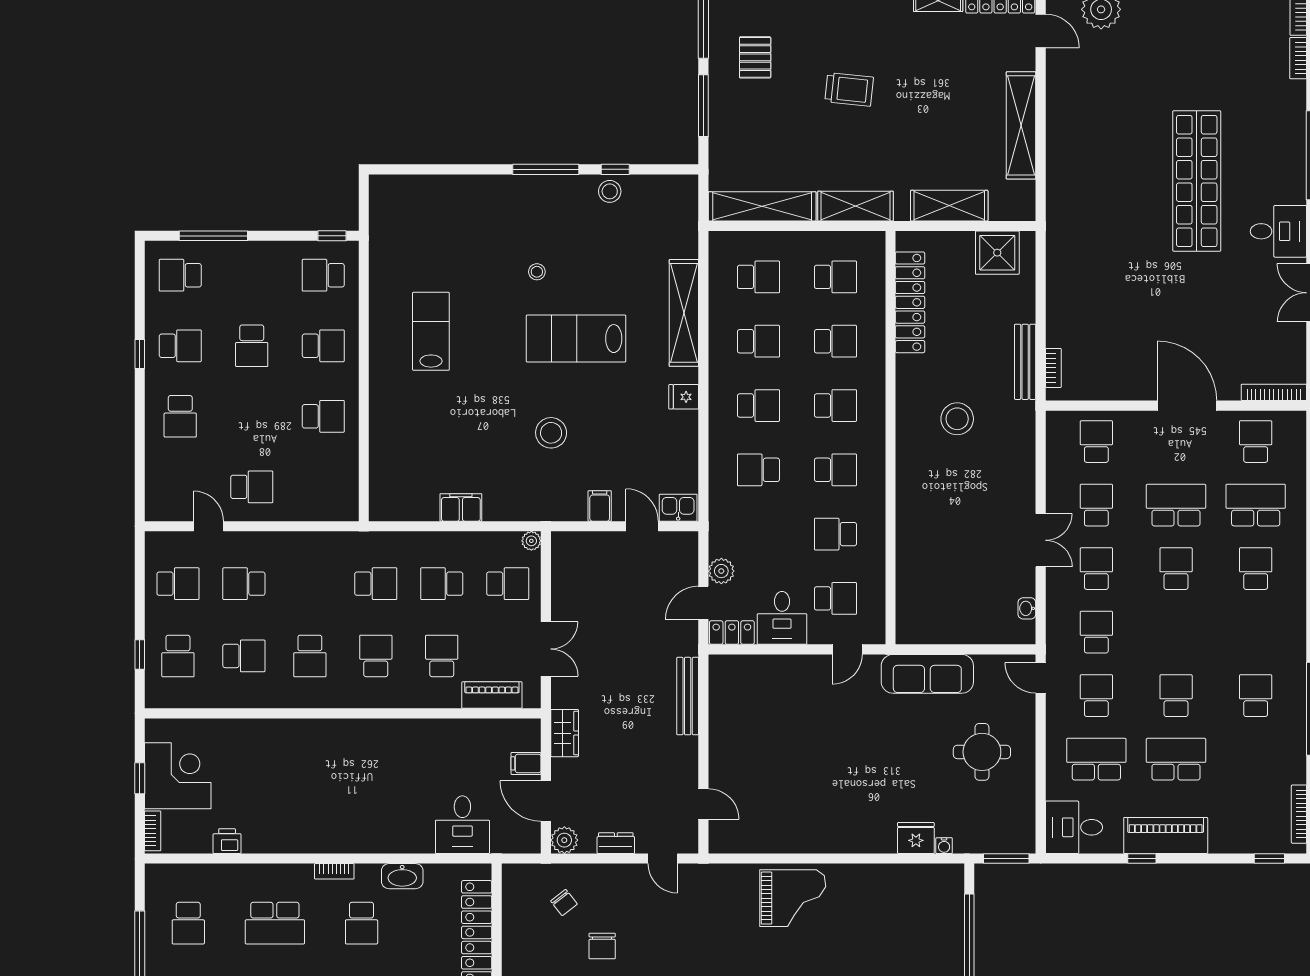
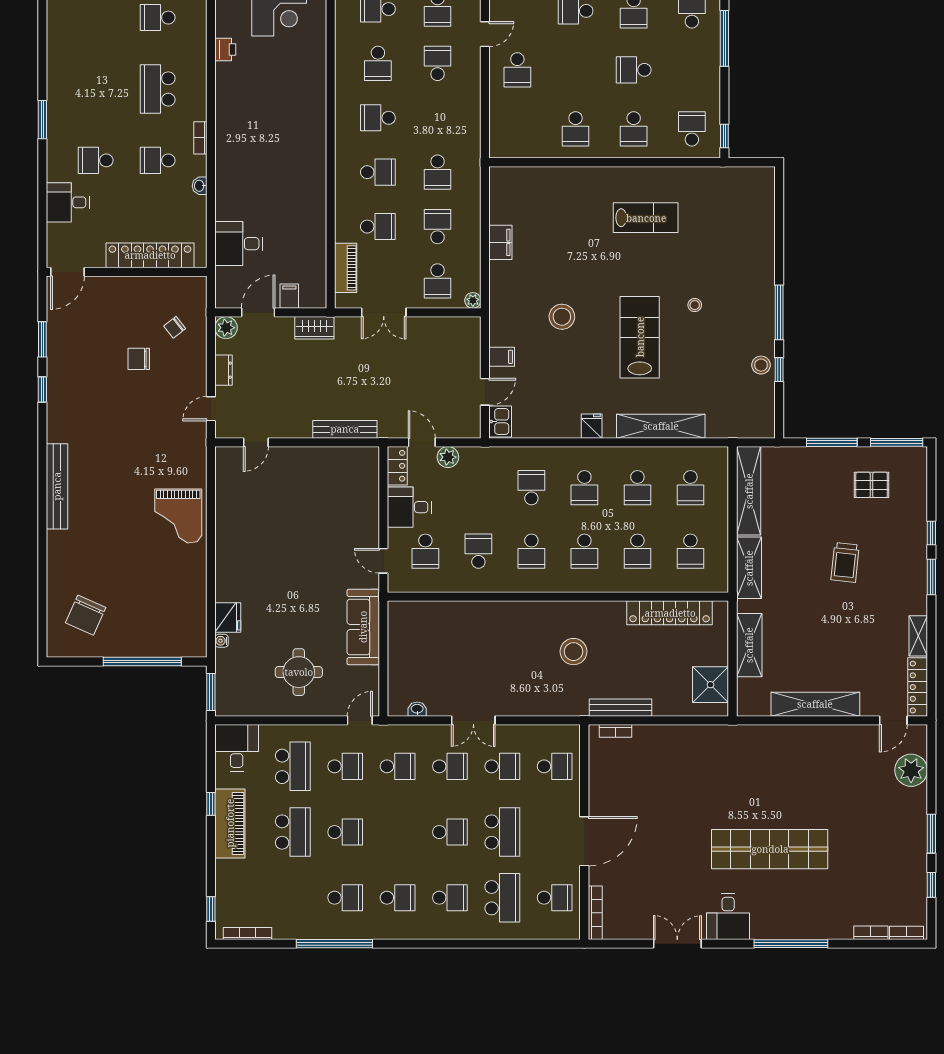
school desk: (1256, 632) -> (398, 898), added
washbasin: (402, 876) -> (200, 186), width x0.52, depth x0.69

